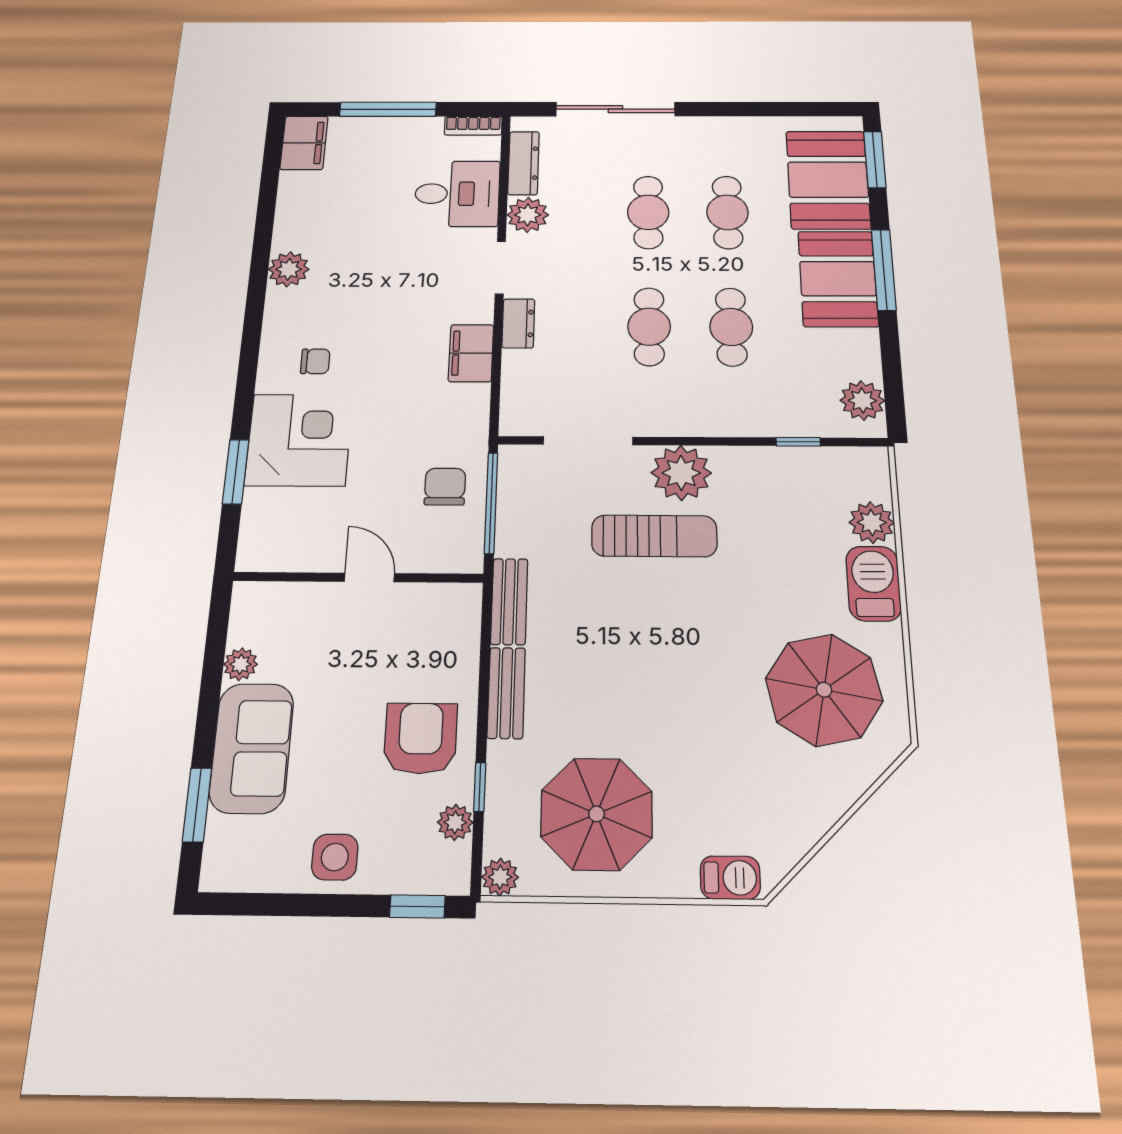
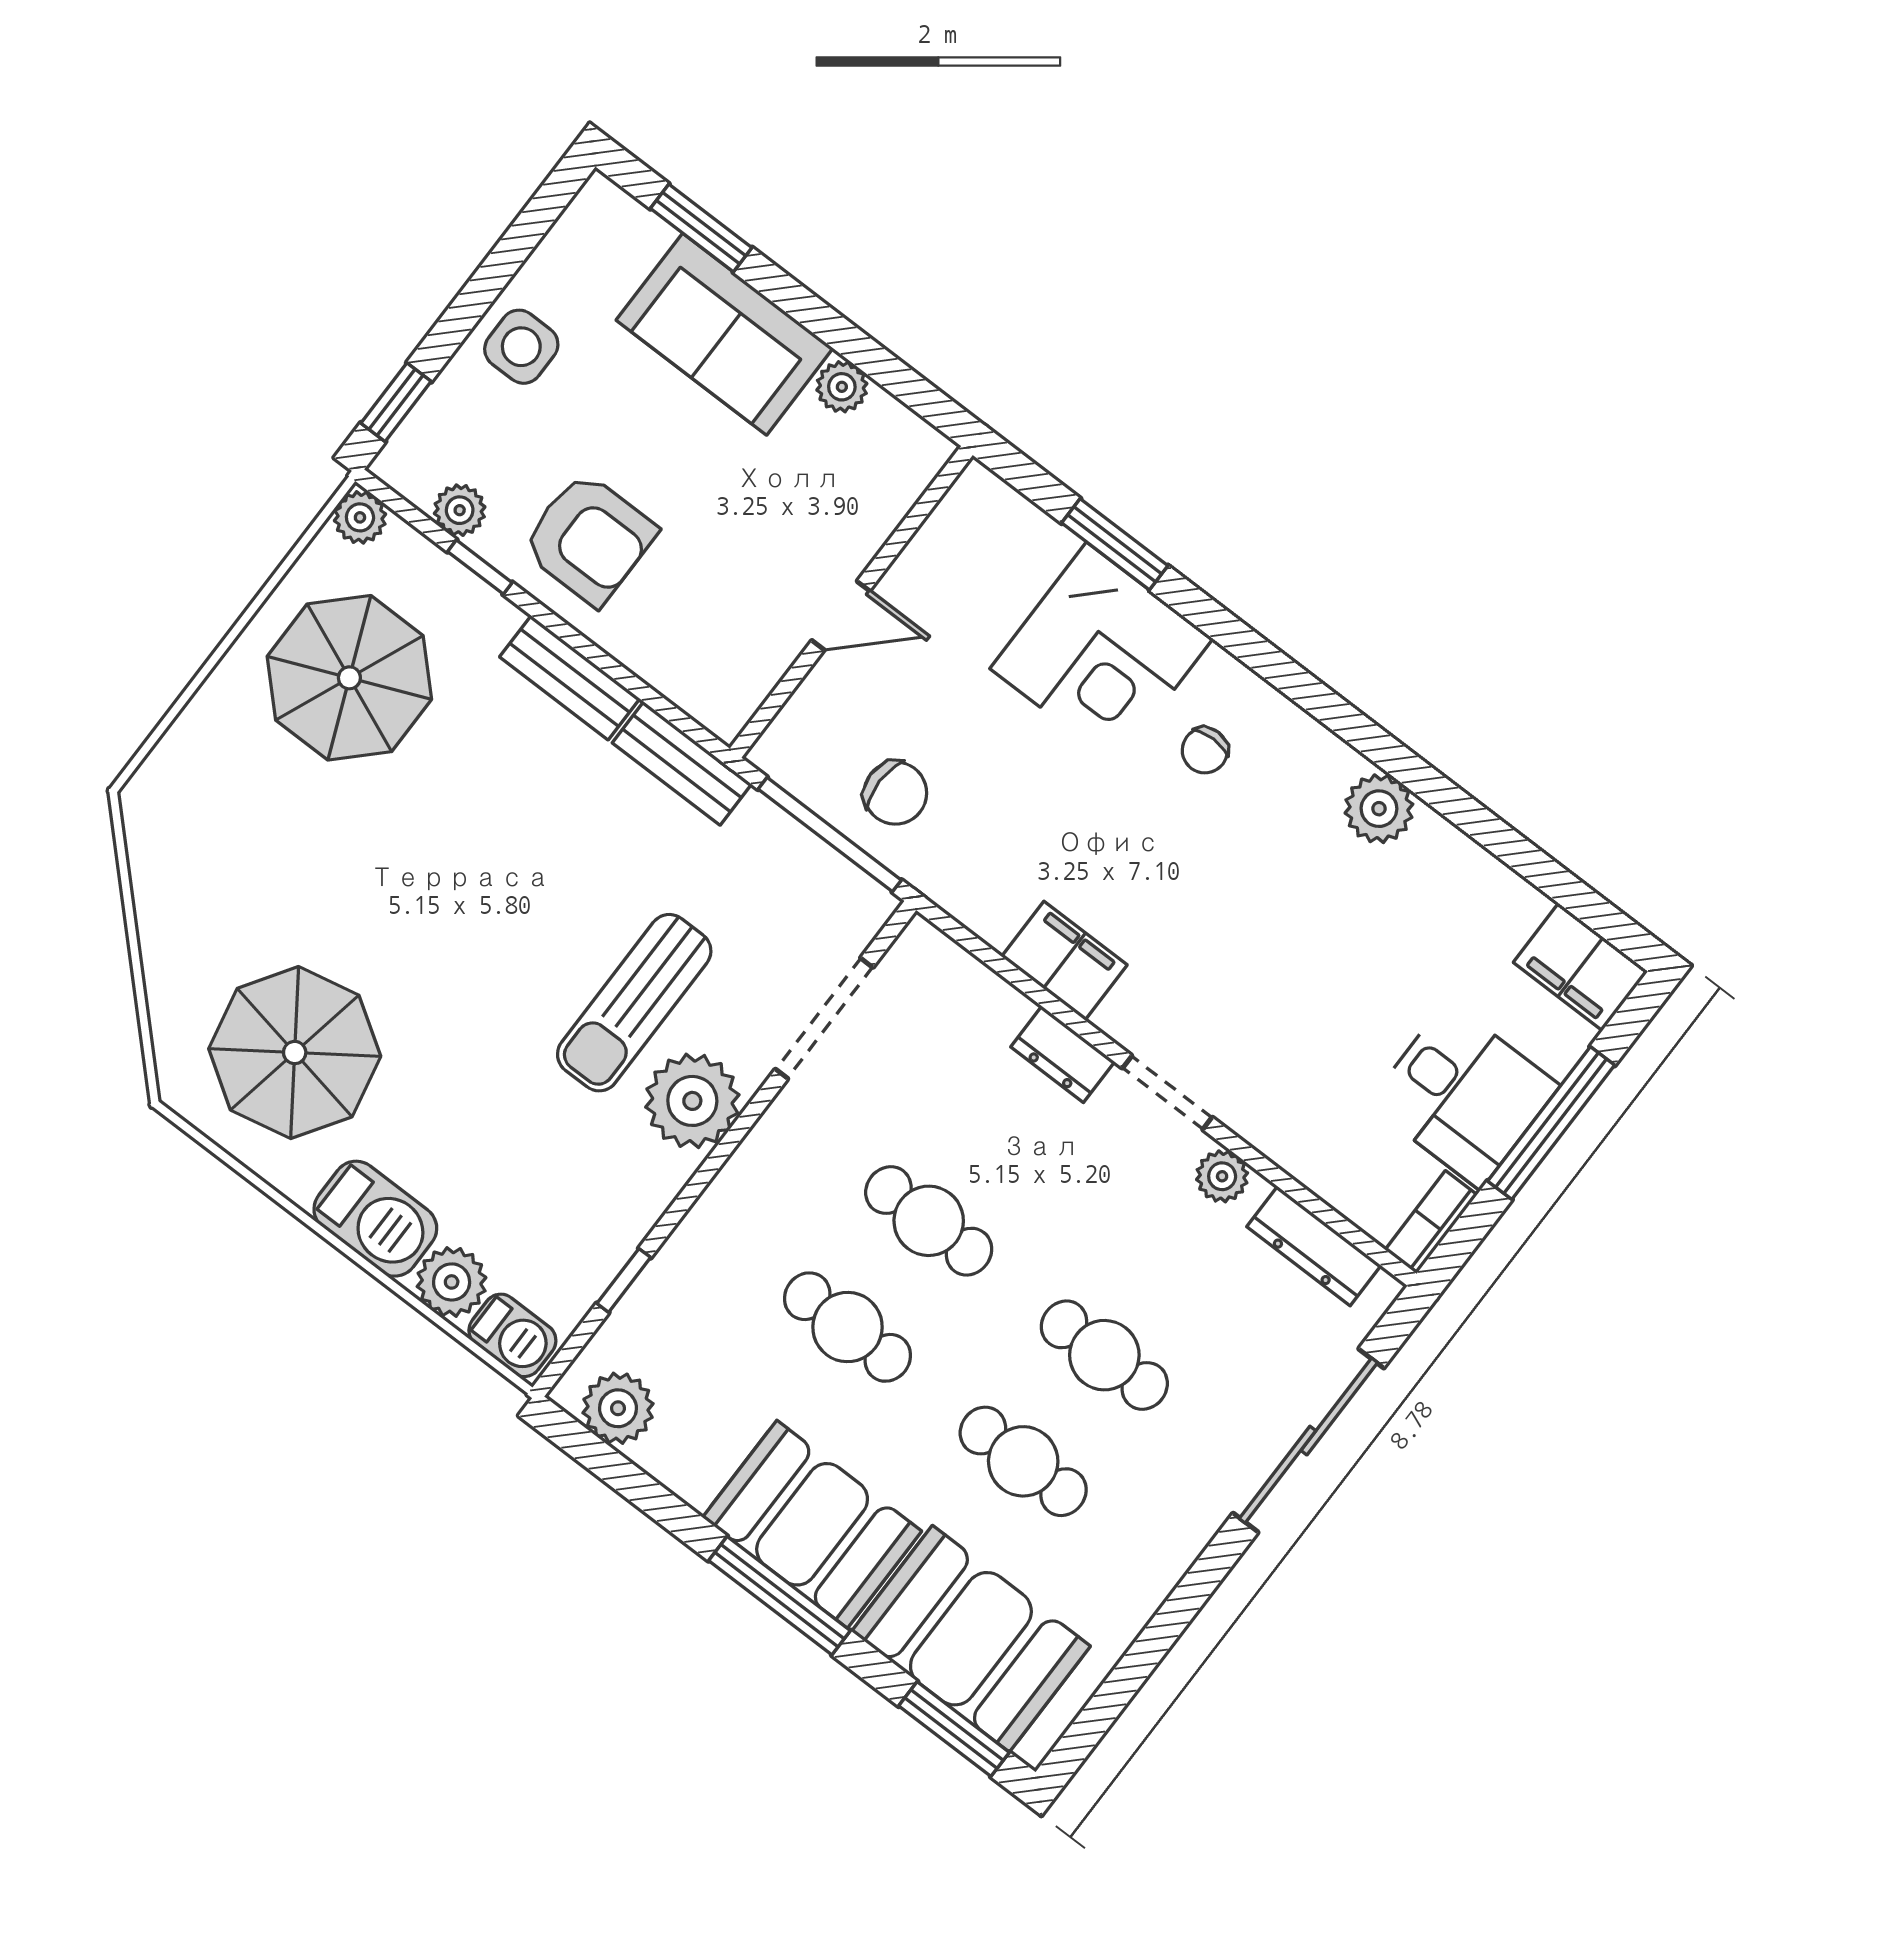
desk: (457, 194) -> (1464, 1095), moved, turned -90
plant: (528, 215) -> (1222, 1176), width x0.73, depth x0.73
barbecue: (730, 878) -> (512, 1335), moved, turned -90

